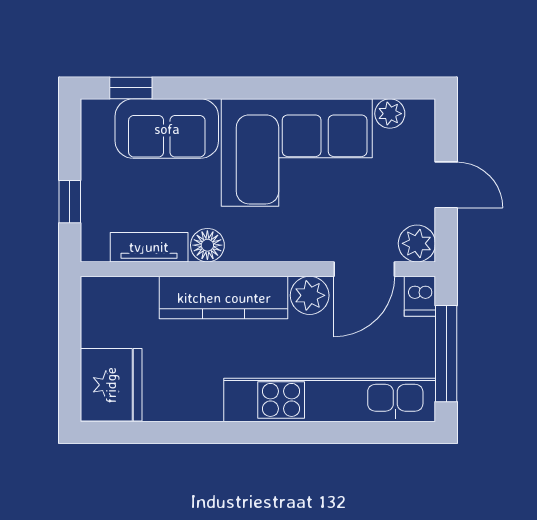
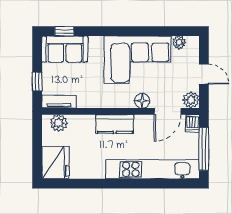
sofa: (167, 129) -> (65, 49), moved
floor lamp: (207, 245) -> (142, 101), moved
tv unit: (149, 247) -> (59, 102), moved
plant: (310, 295) -> (59, 123), moved
kitchen counter: (224, 298) -> (115, 124), width x0.67

